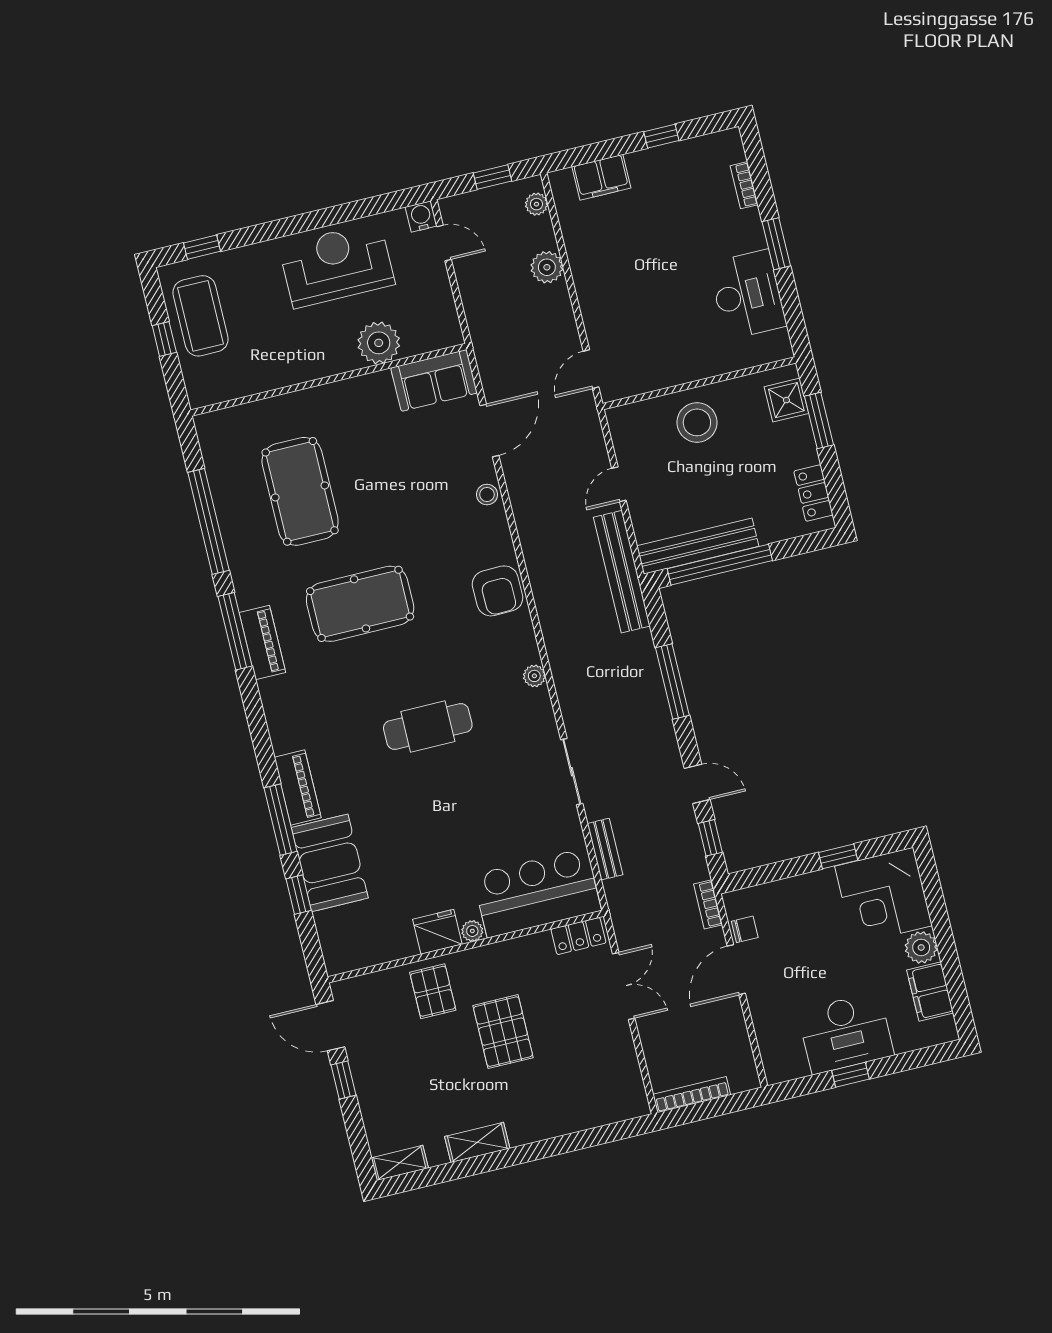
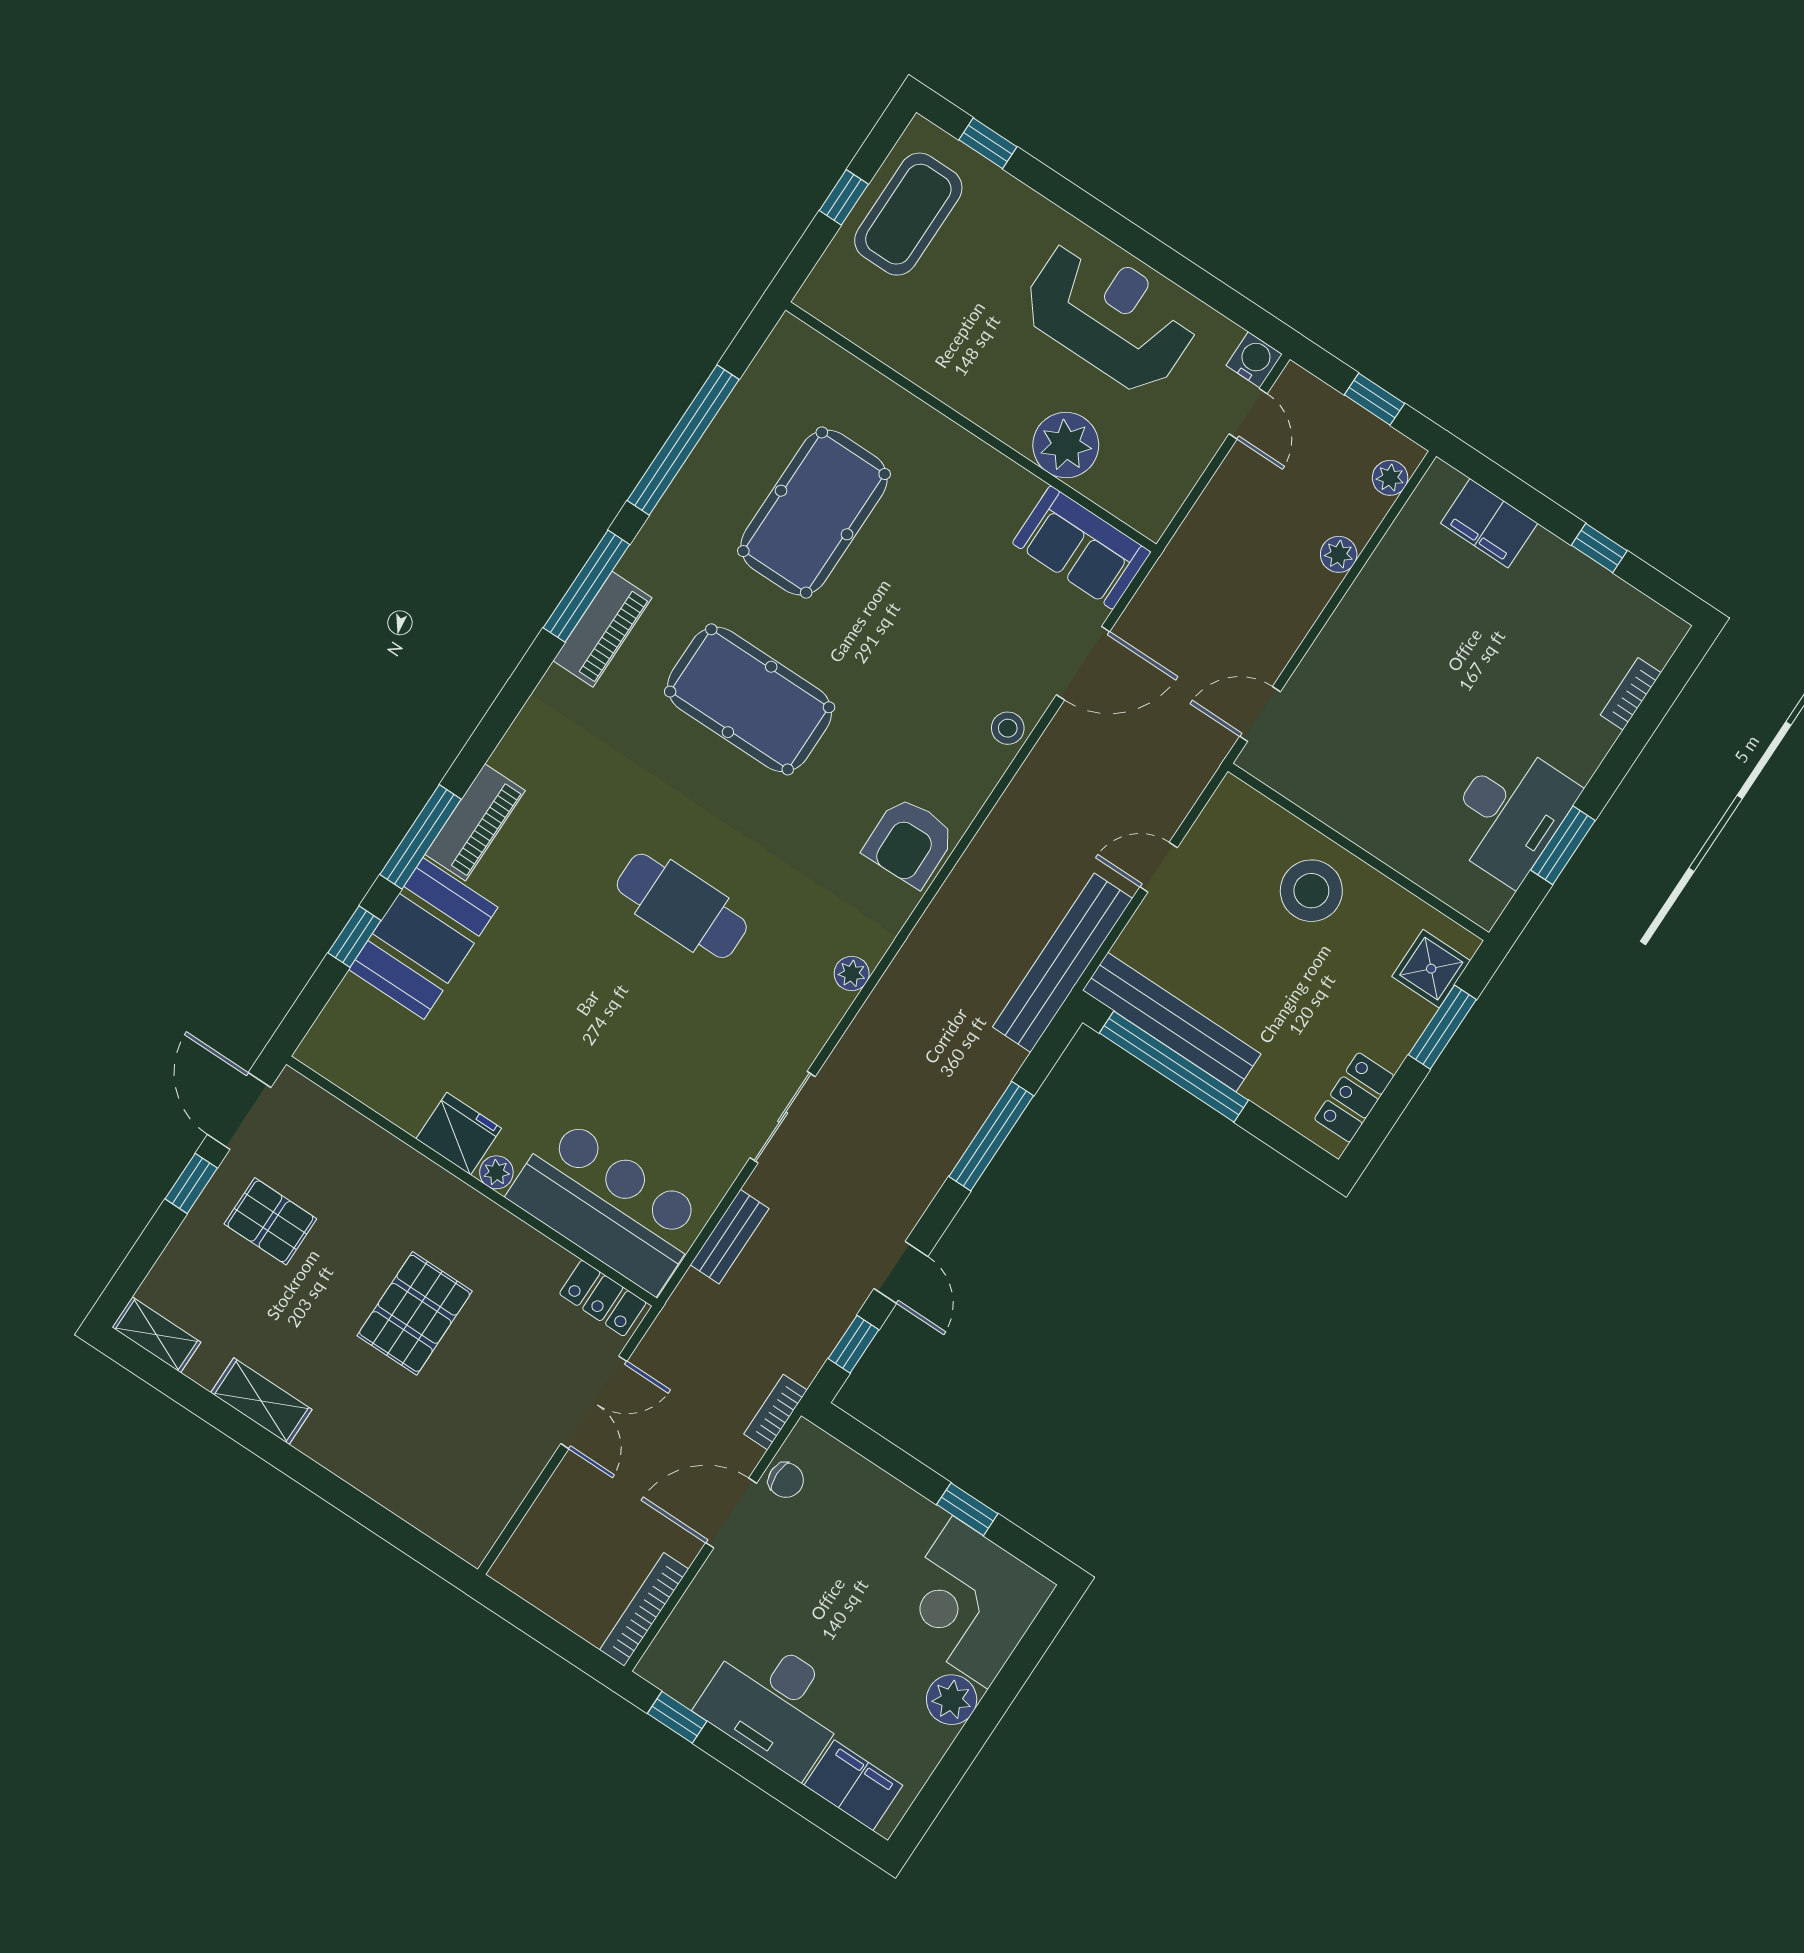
window: (776, 244) -> (1563, 845), moved
plant: (547, 267) -> (1339, 554), width x0.73, depth x0.73
pallet: (433, 991) -> (270, 1221), moved, turned 90
filing cabinet: (930, 992) -> (853, 1785), moved, turned 90
window: (850, 1075) -> (677, 1717), moved
bookcase: (692, 1095) -> (644, 1609), moved, turned -90

